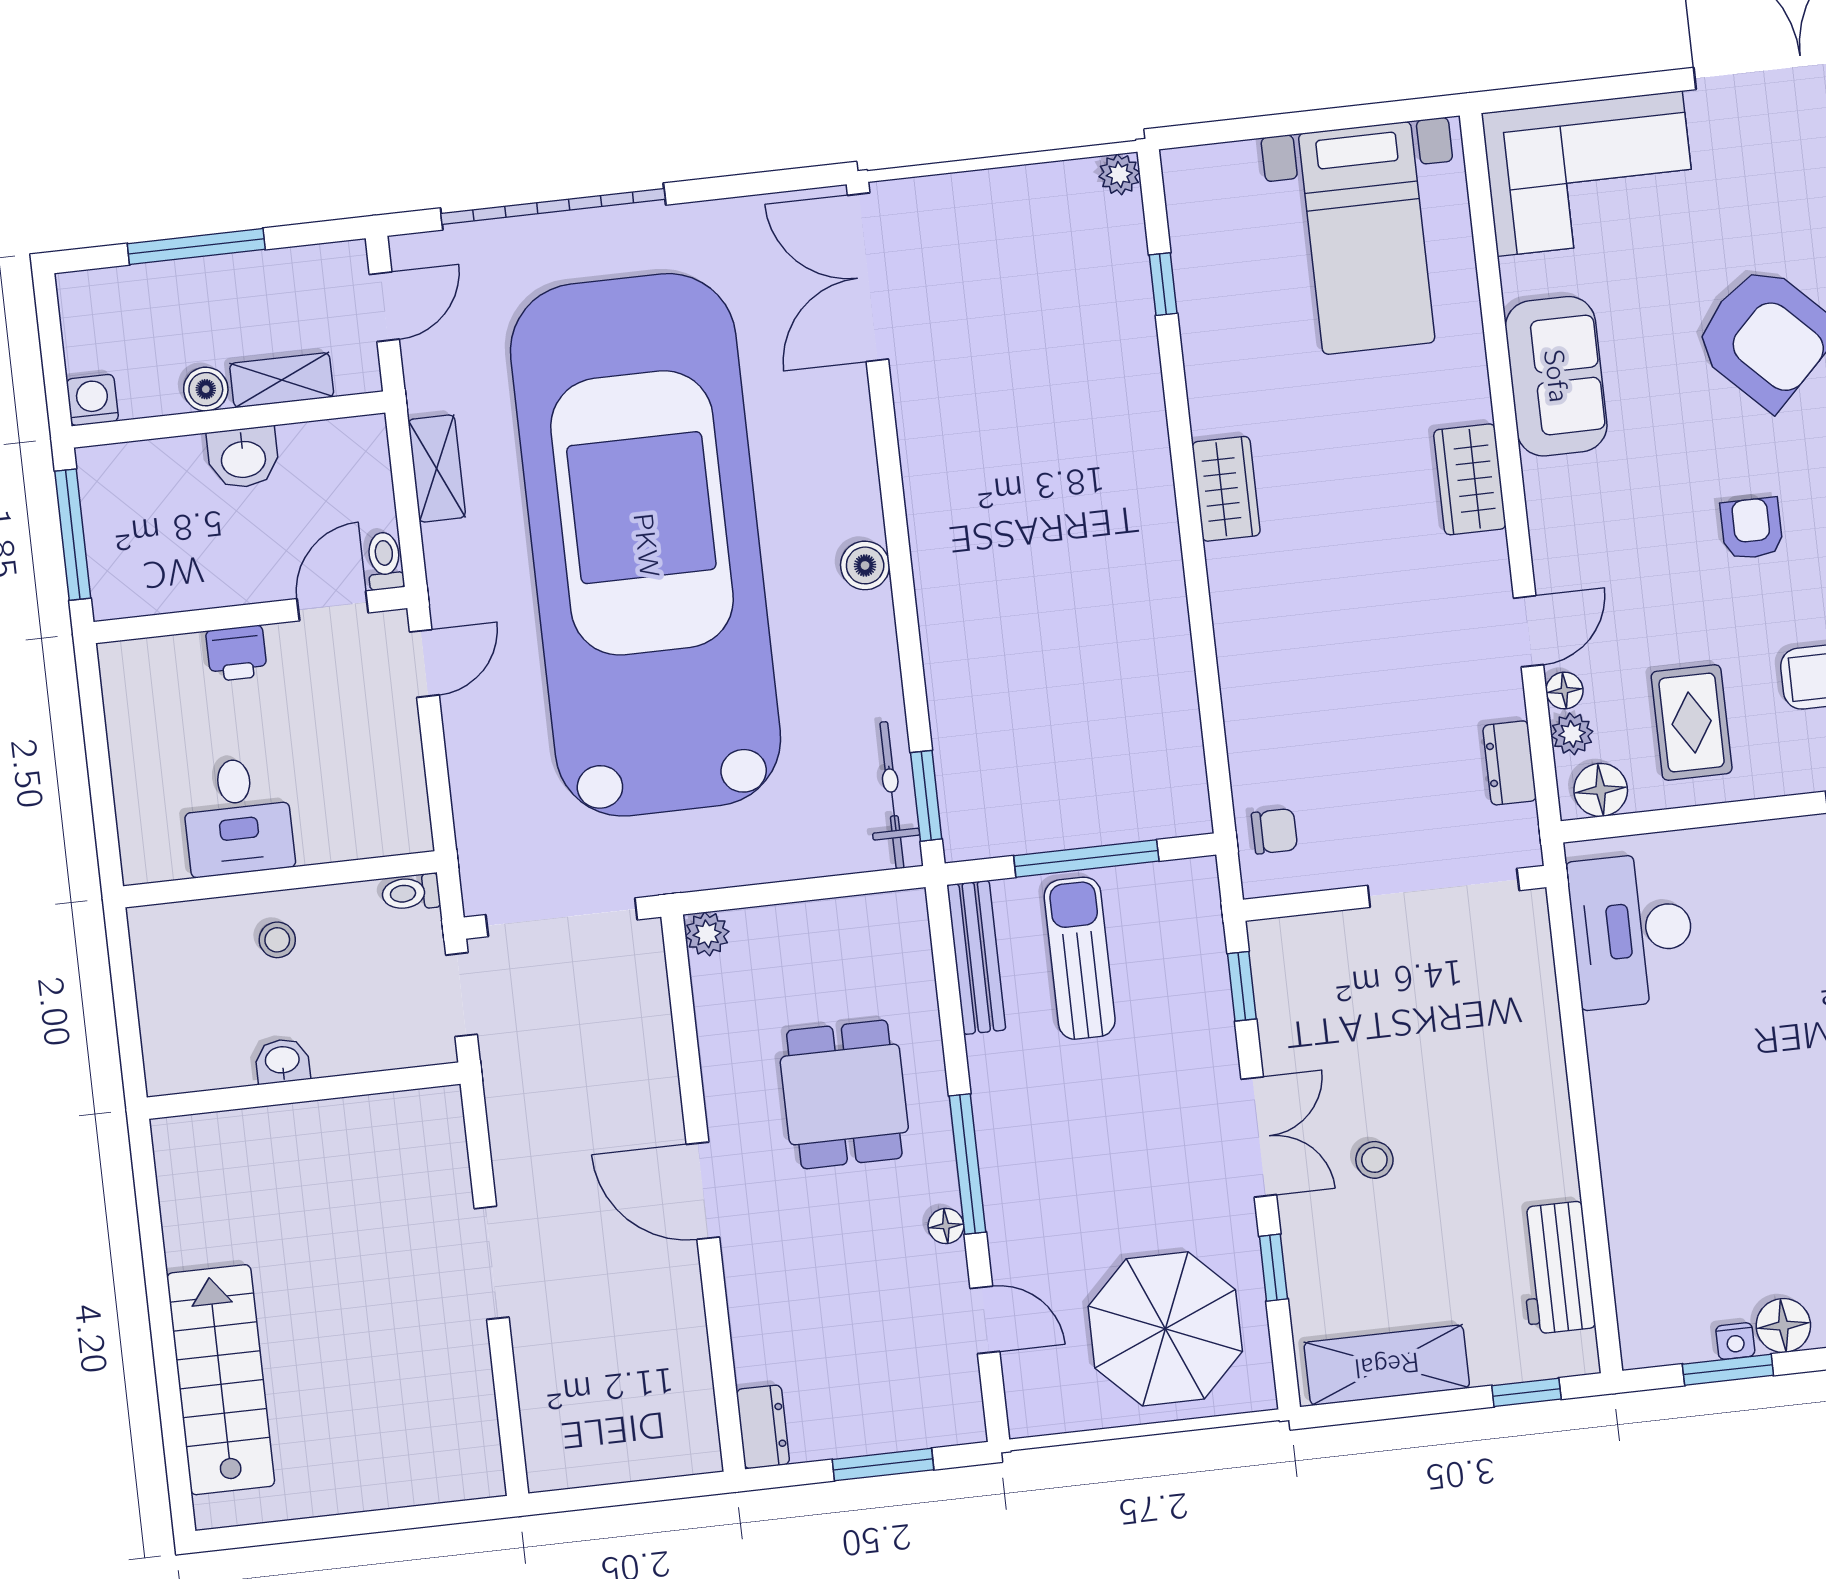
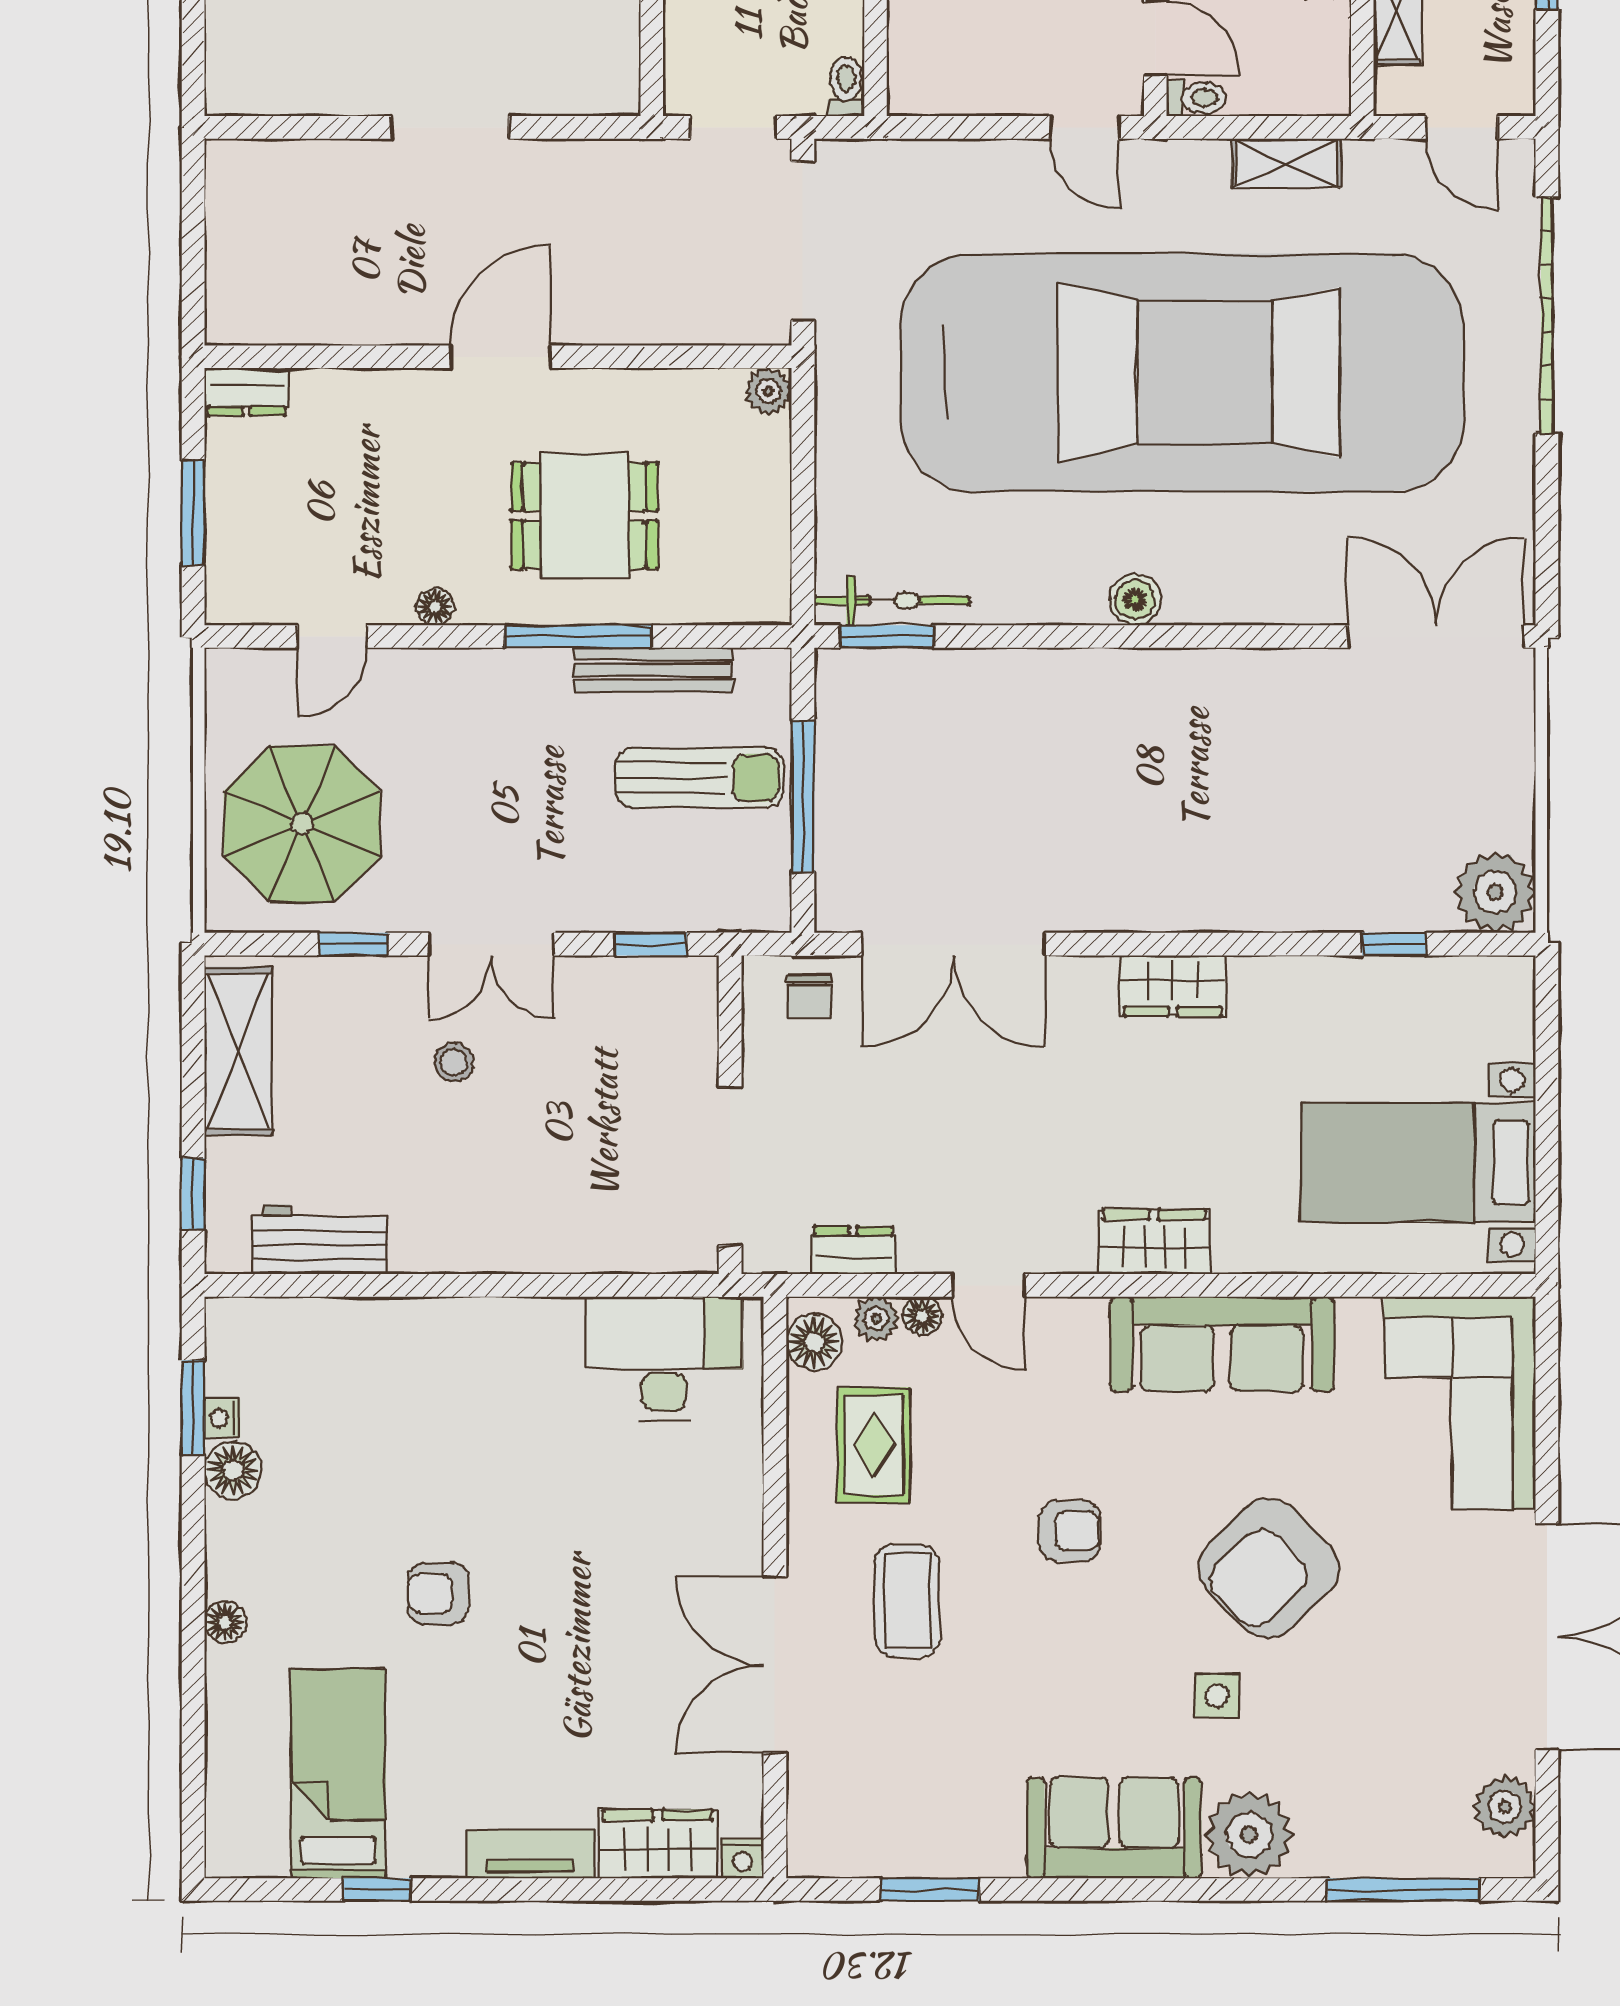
plant: (1119, 174) -> (1495, 892), width x1.88, depth x1.88
sofa: (1556, 376) -> (1222, 1344), width x1.36
double door: (1210, 700) -> (954, 944), added
rug: (1692, 722) -> (874, 1445), turned 90
bench: (976, 957) -> (653, 670), moved
window: (967, 1164) -> (578, 636), moved

